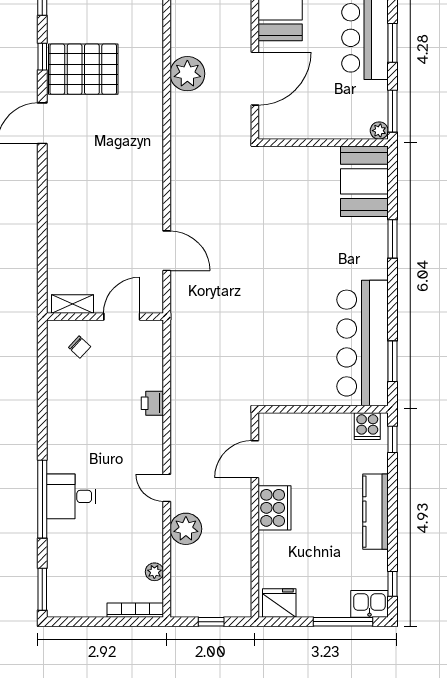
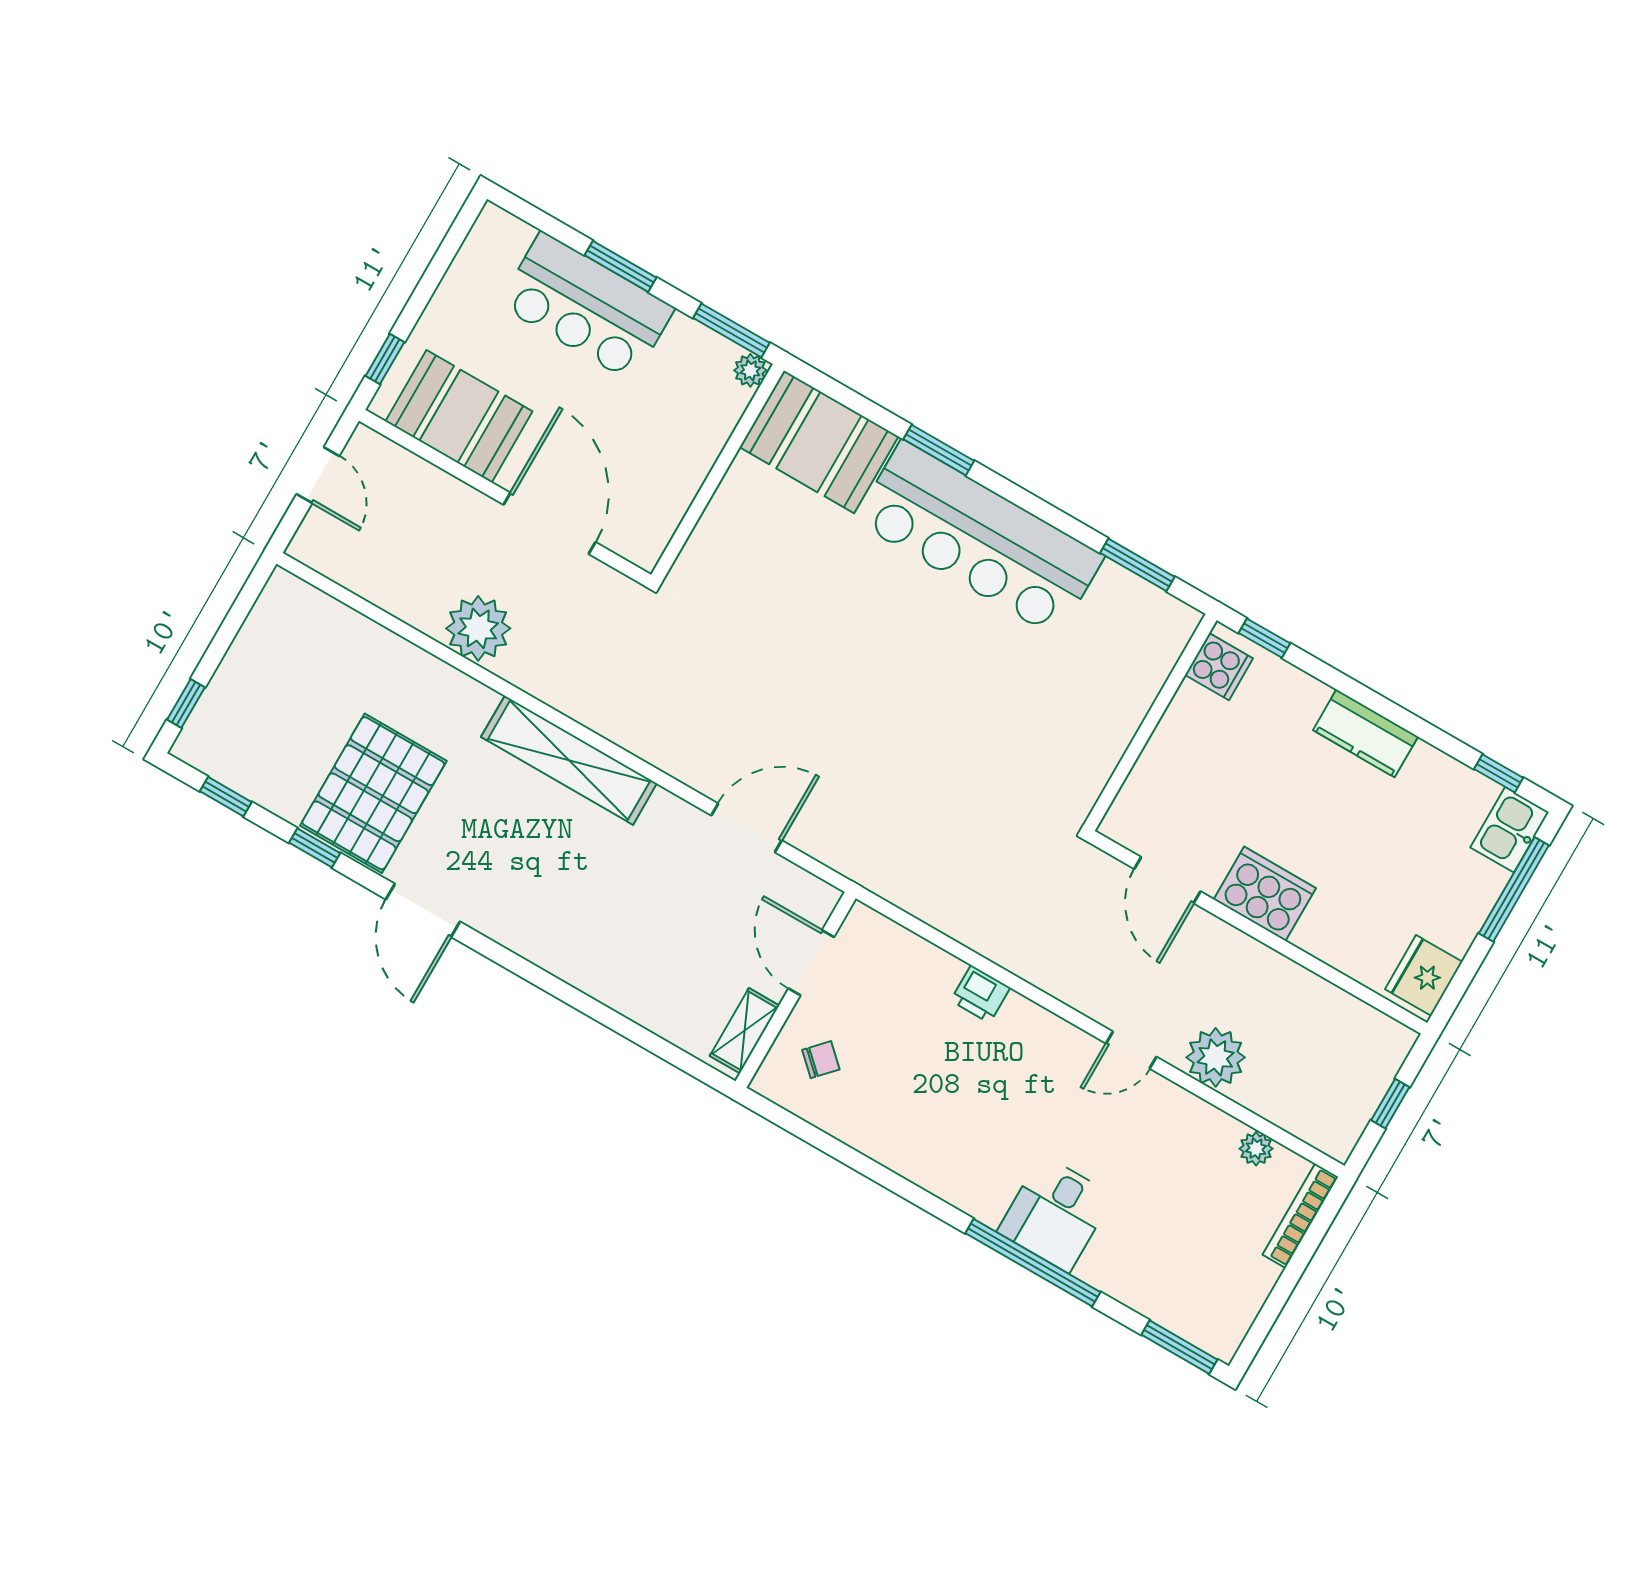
shelving: (151, 151) -> (569, 760), added
bar counter: (363, 343) -> (980, 539), moved
kitchen counter: (376, 512) -> (1366, 733), width x0.67

